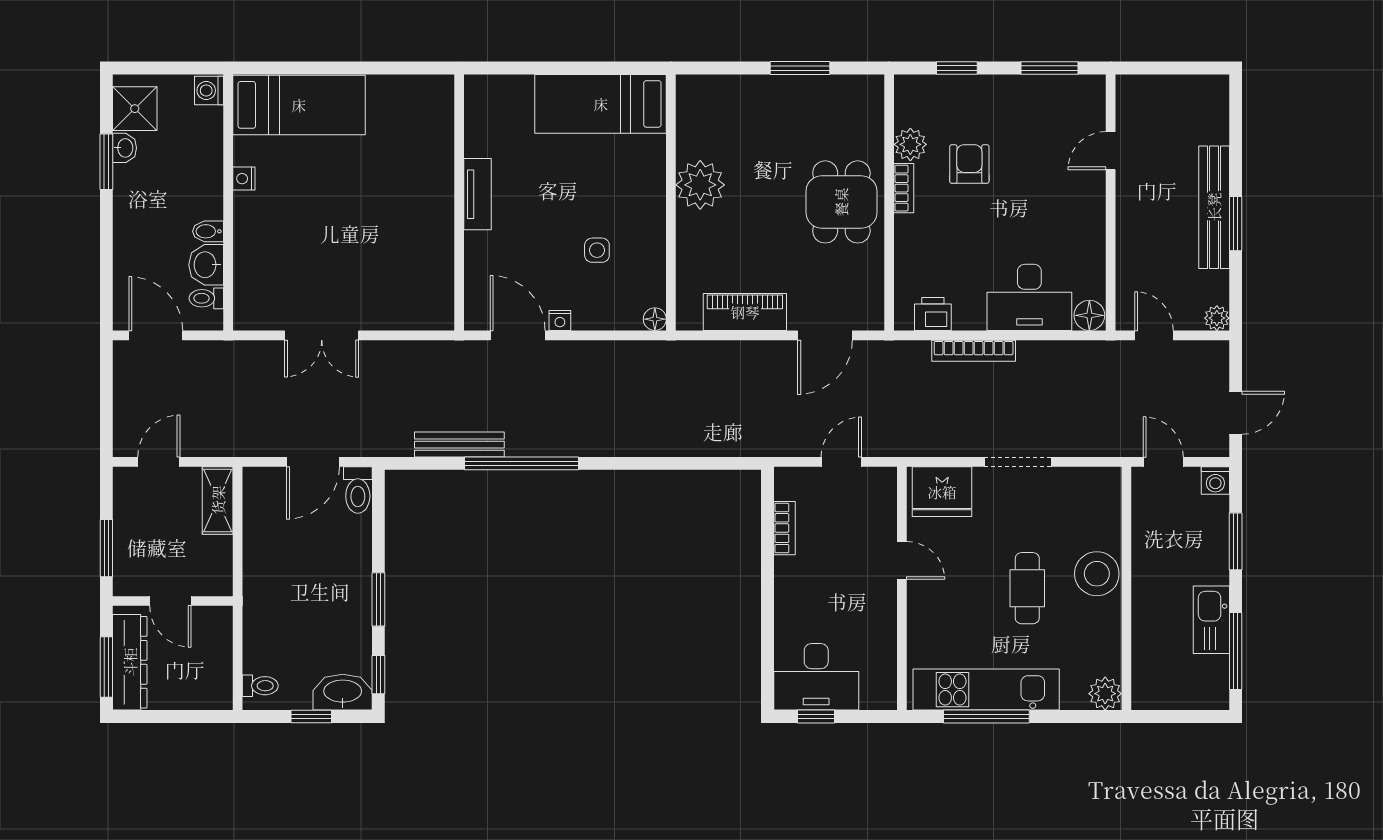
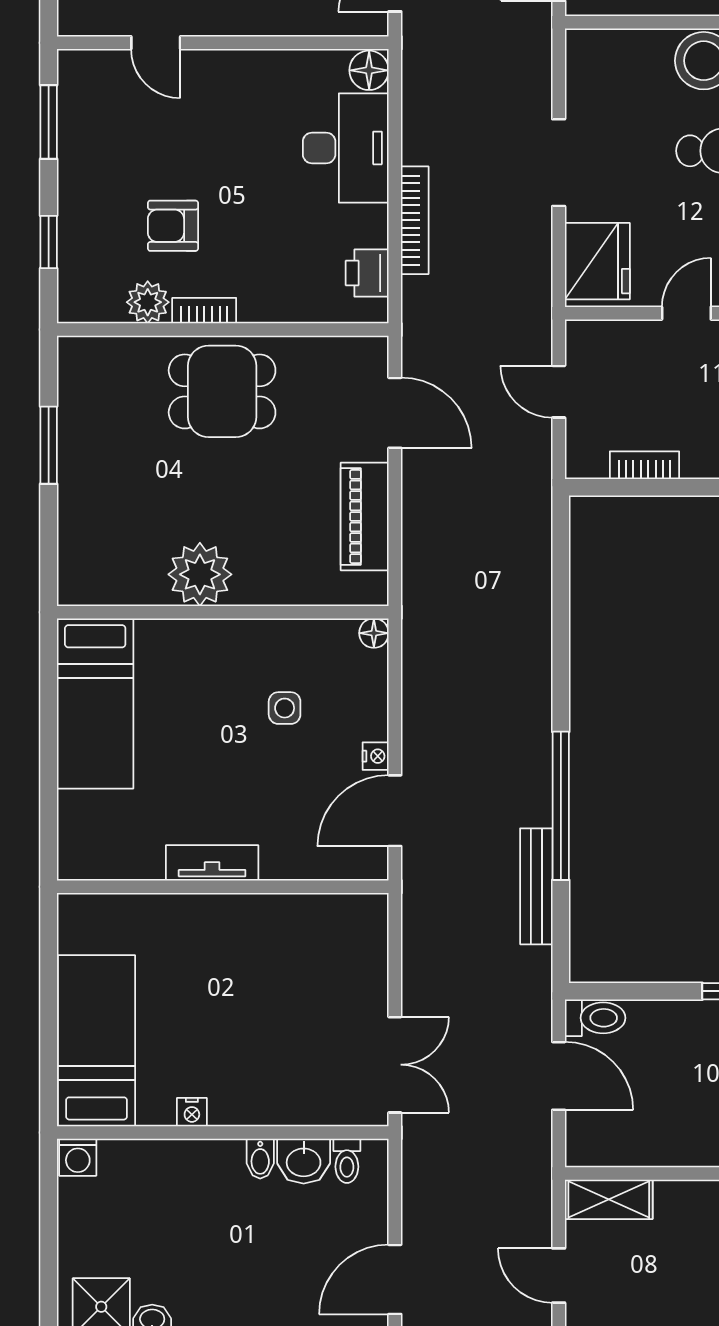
washing machine: (209, 91) -> (78, 1157), moved
bed: (299, 105) -> (97, 1041), moved
nightstand: (244, 179) -> (192, 1112), moved
wall: (228, 202) -> (223, 1133), moved
bidet: (208, 231) -> (260, 1159), moved
washbasin: (206, 265) -> (304, 1161), moved
toilet: (206, 298) -> (347, 1161), moved

